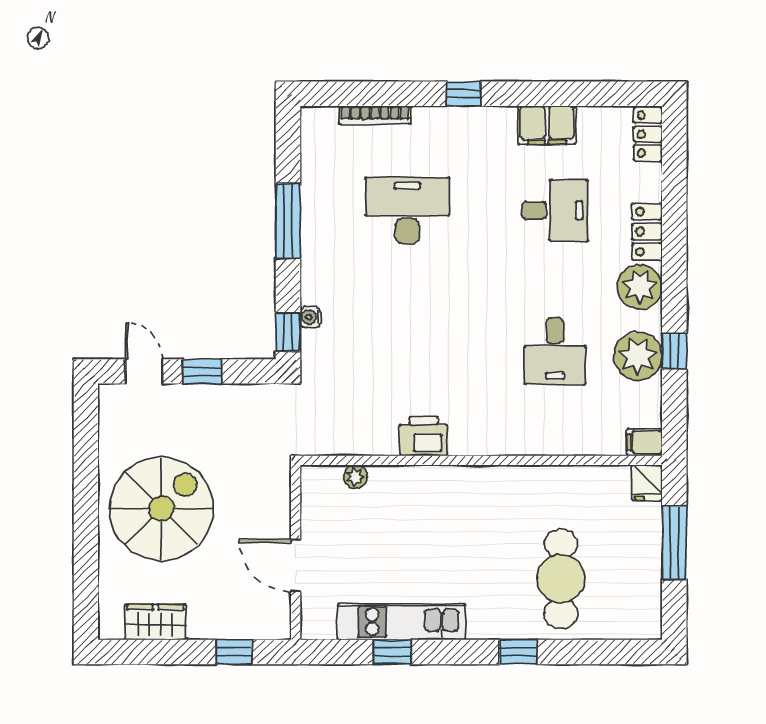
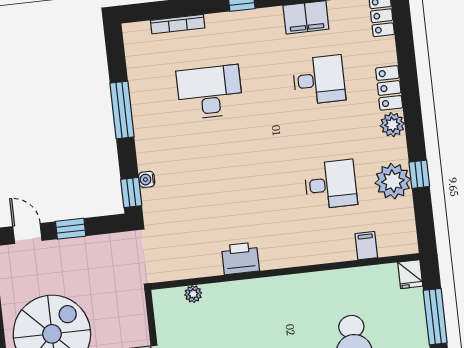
plant: (640, 287) -> (392, 125), width x0.73, depth x0.73
desk: (555, 351) -> (331, 184), turned -90
filing cabinet: (644, 442) -> (366, 246), moved, turned 90

